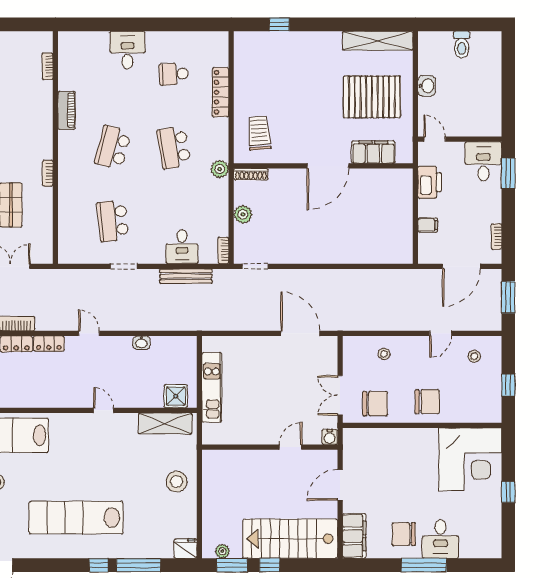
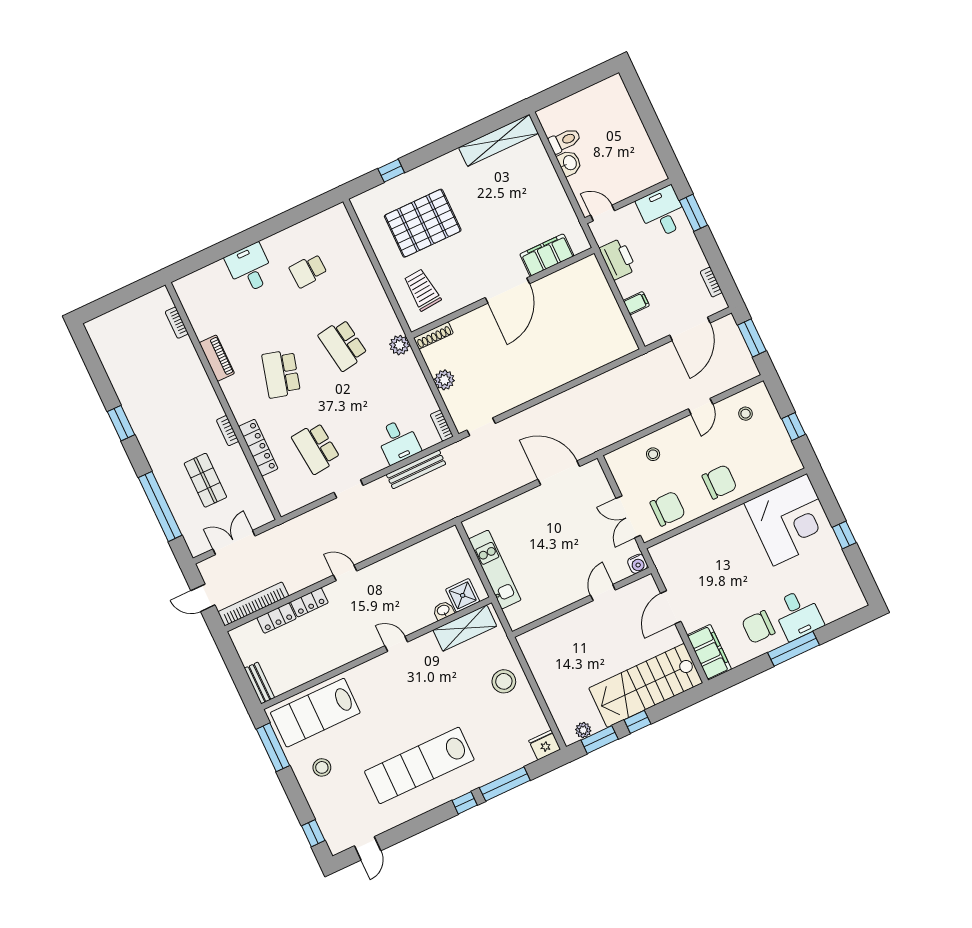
toilet: (462, 45) -> (565, 140), moved, turned -90
locker: (221, 92) -> (258, 448), moved, turned 180
pallet: (372, 97) -> (423, 223), moved
washbasin: (141, 343) -> (443, 610), moved, turned 180

